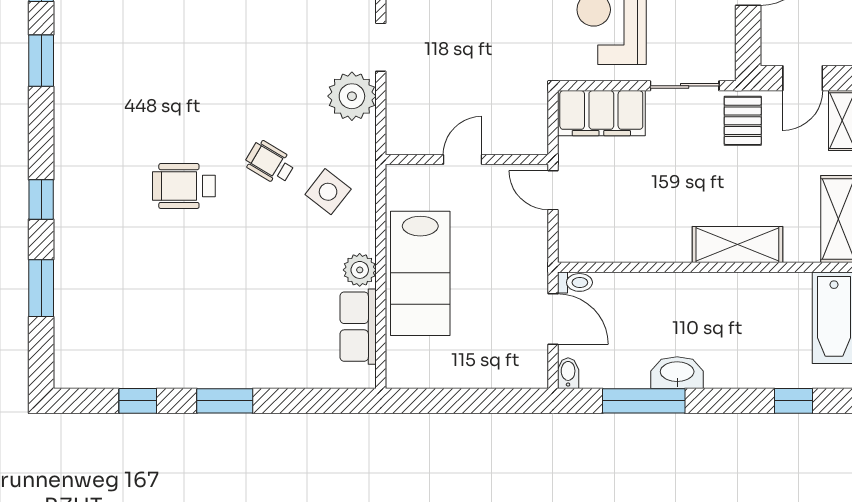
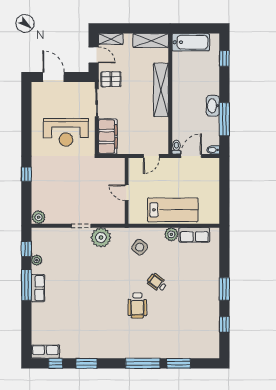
wheelchair: (270, 163) -> (157, 283), moved, turned 96
door: (553, 190) -> (151, 156), moved
window: (41, 199) -> (143, 363), width x2.17
shelving: (737, 244) -> (161, 90), width x1.47

